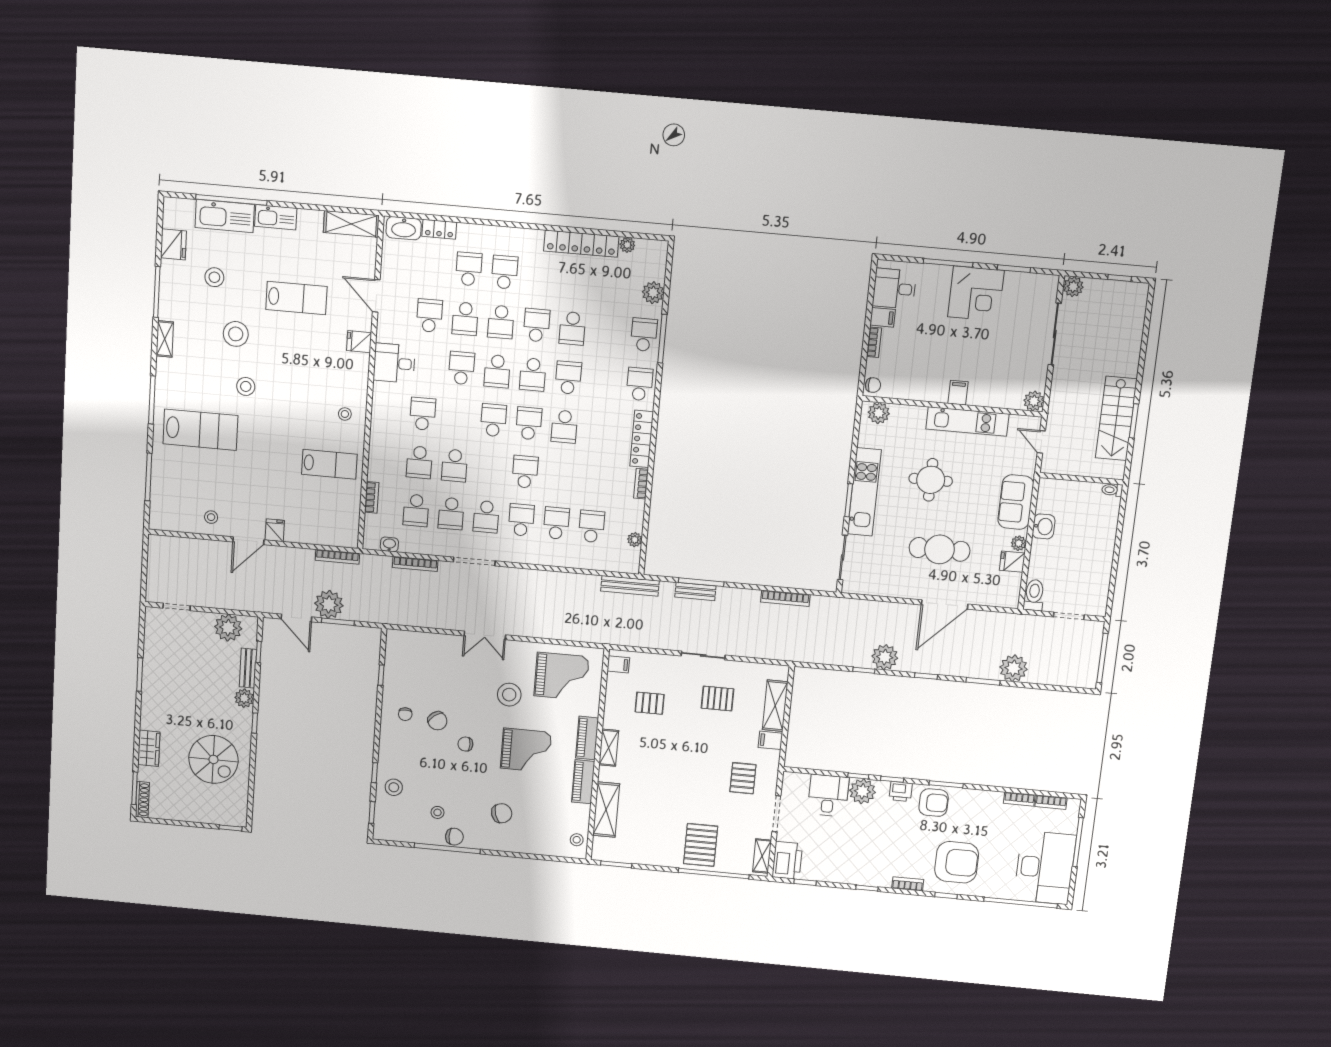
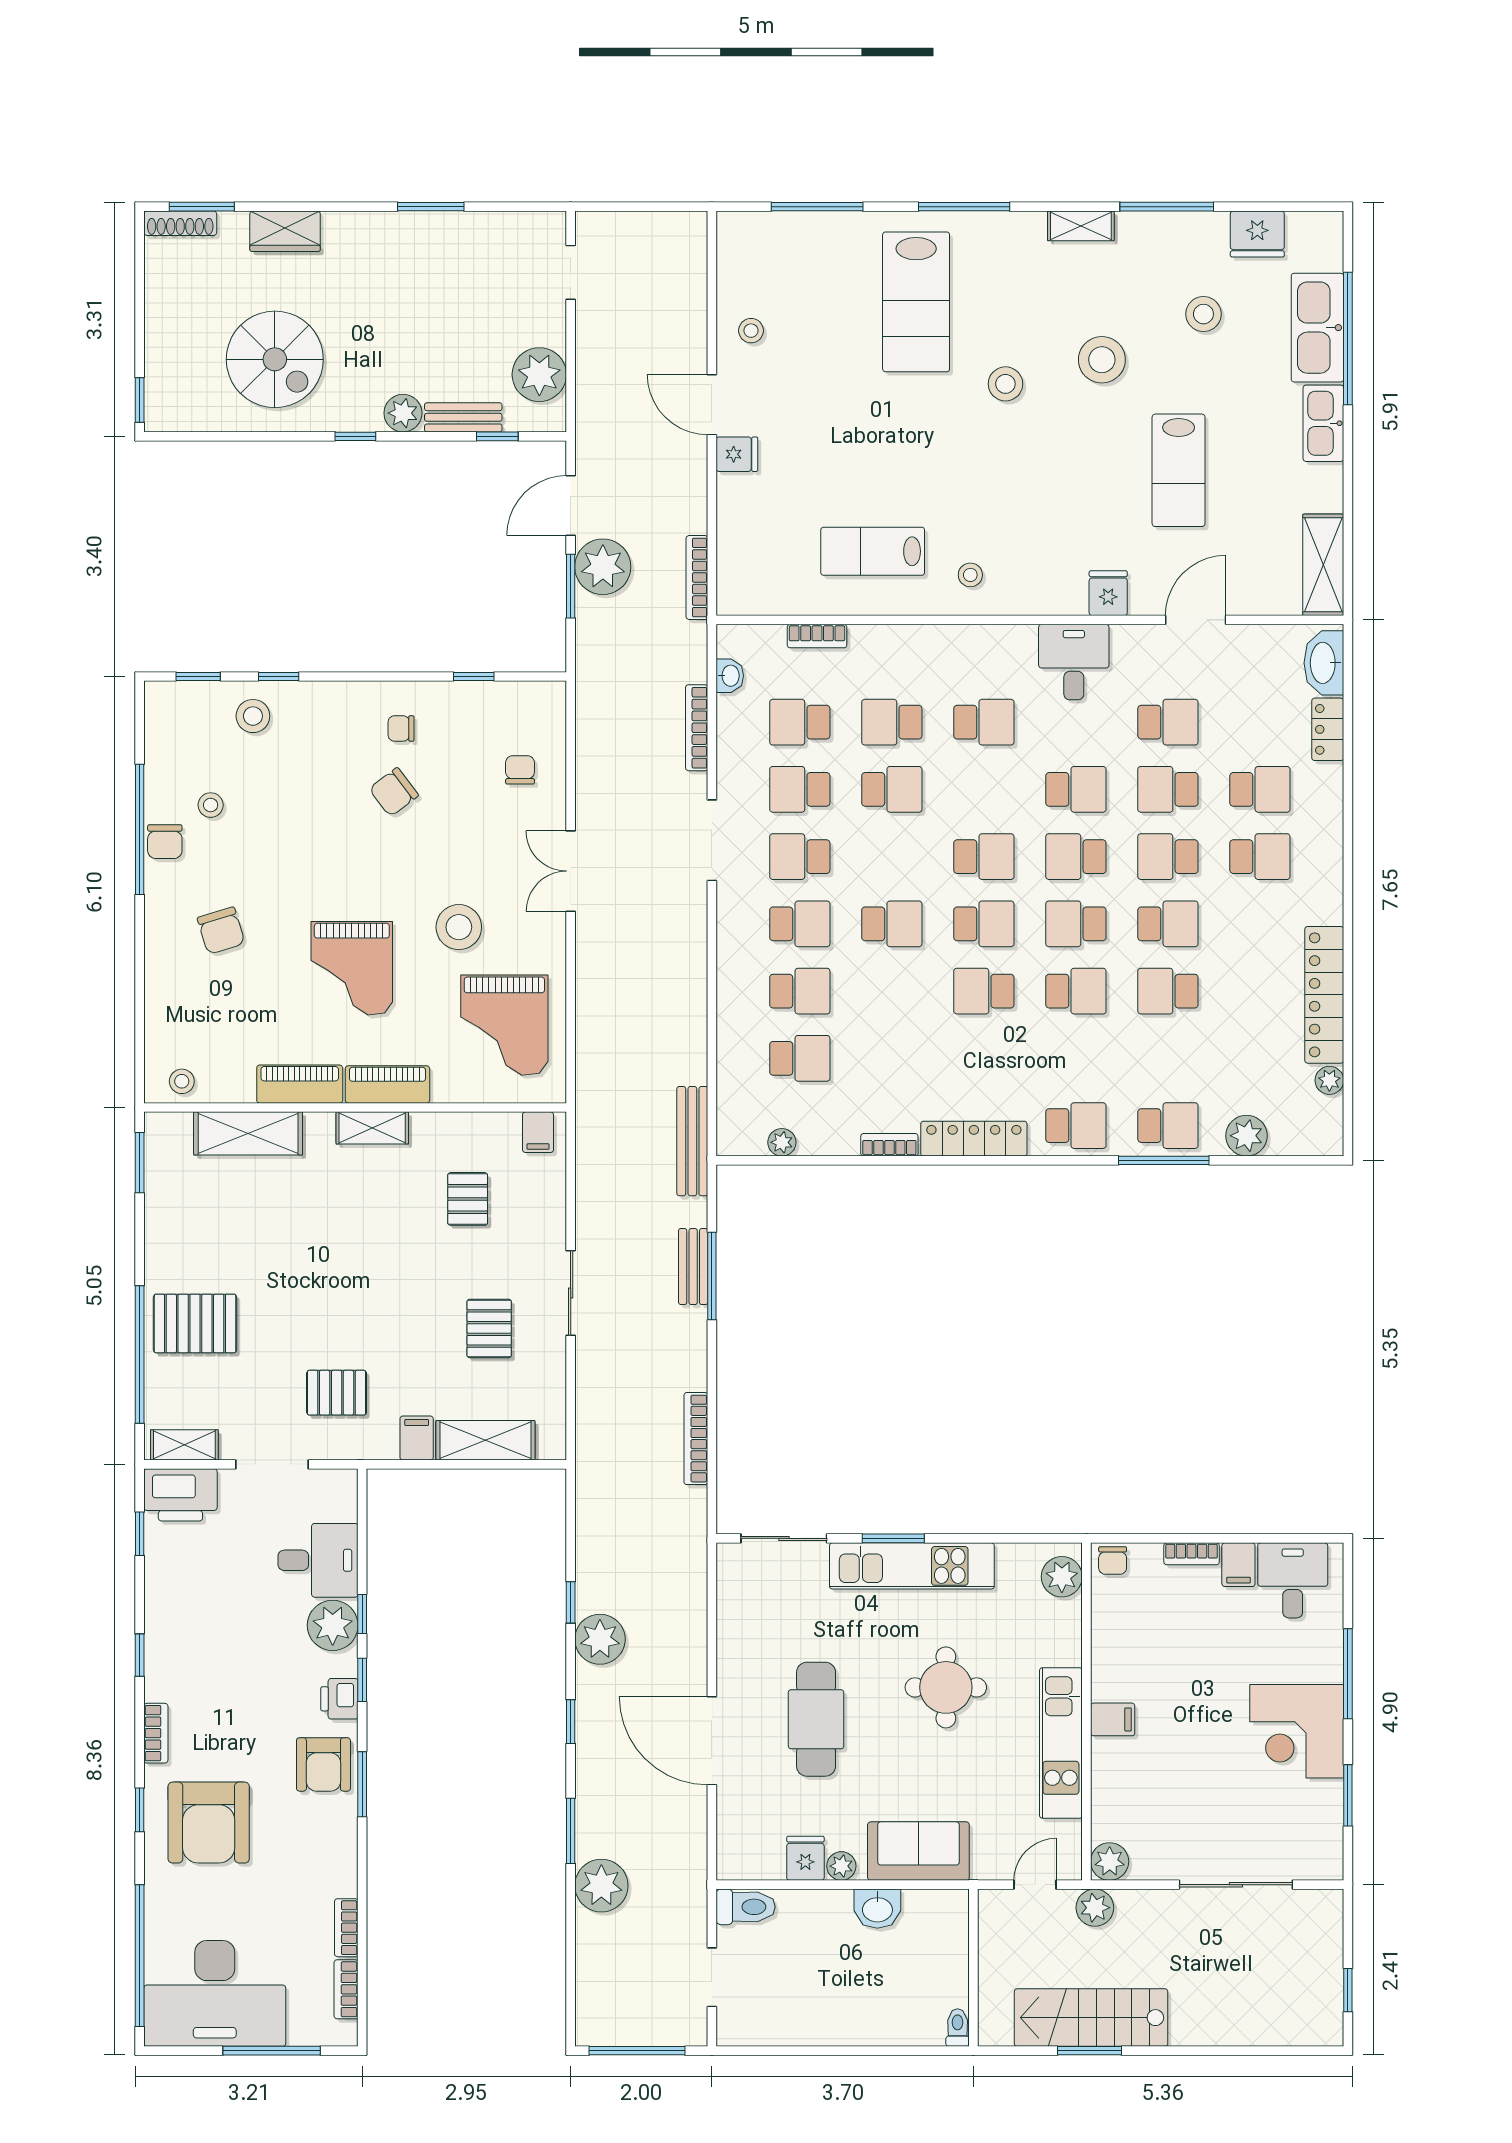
plant: (1073, 287) -> (1095, 1908), moved
lab bench: (329, 464) -> (873, 551), turned 90
school desk: (455, 465) -> (892, 789), turned 180
chair: (465, 744) -> (520, 770), moved
spiral stairs: (213, 759) -> (275, 359), turned -90

